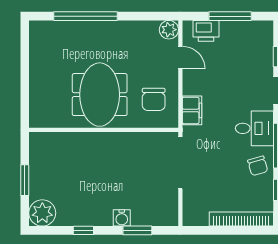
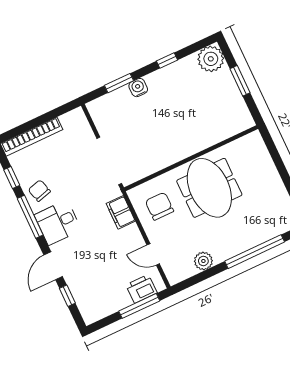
window: (230, 16) -> (139, 306), moved
plant: (169, 30) -> (203, 261), moved

